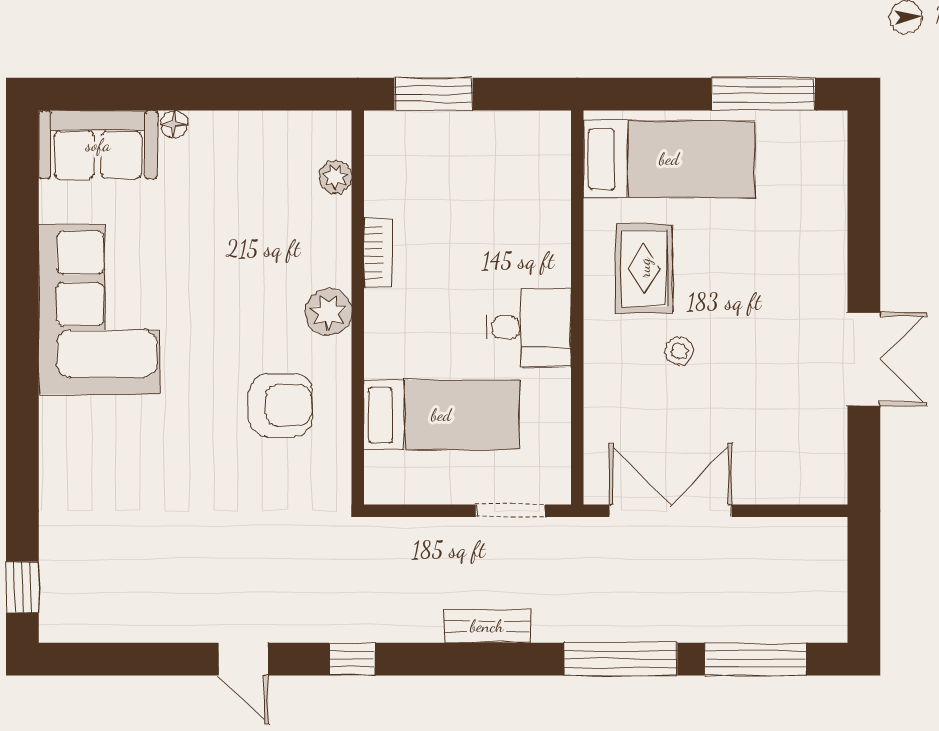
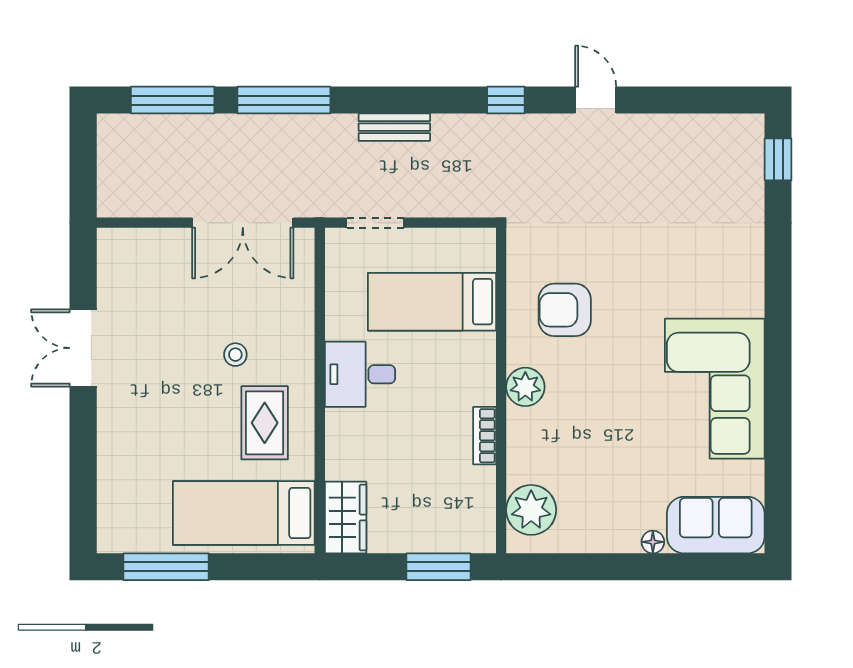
wardrobe: (546, 154) -> (346, 518), added
plant: (336, 177) -> (531, 510), width x1.88, depth x1.88

